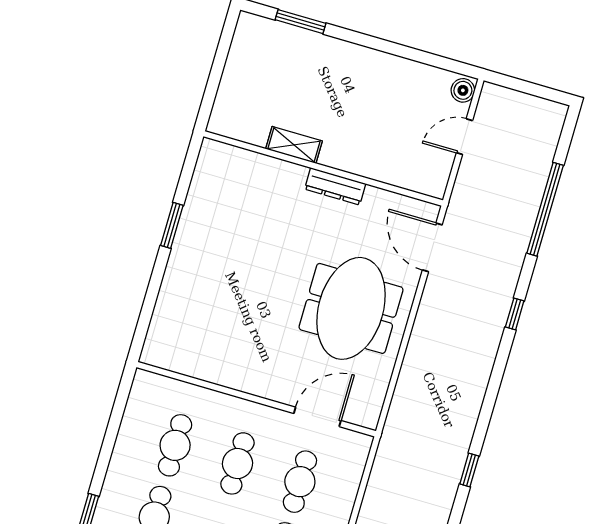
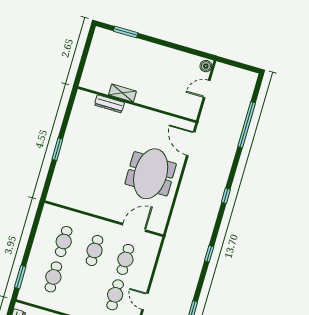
dresser: (335, 186) -> (109, 104), moved
window: (172, 225) -> (57, 149), moved
window: (515, 314) -> (226, 196), moved

